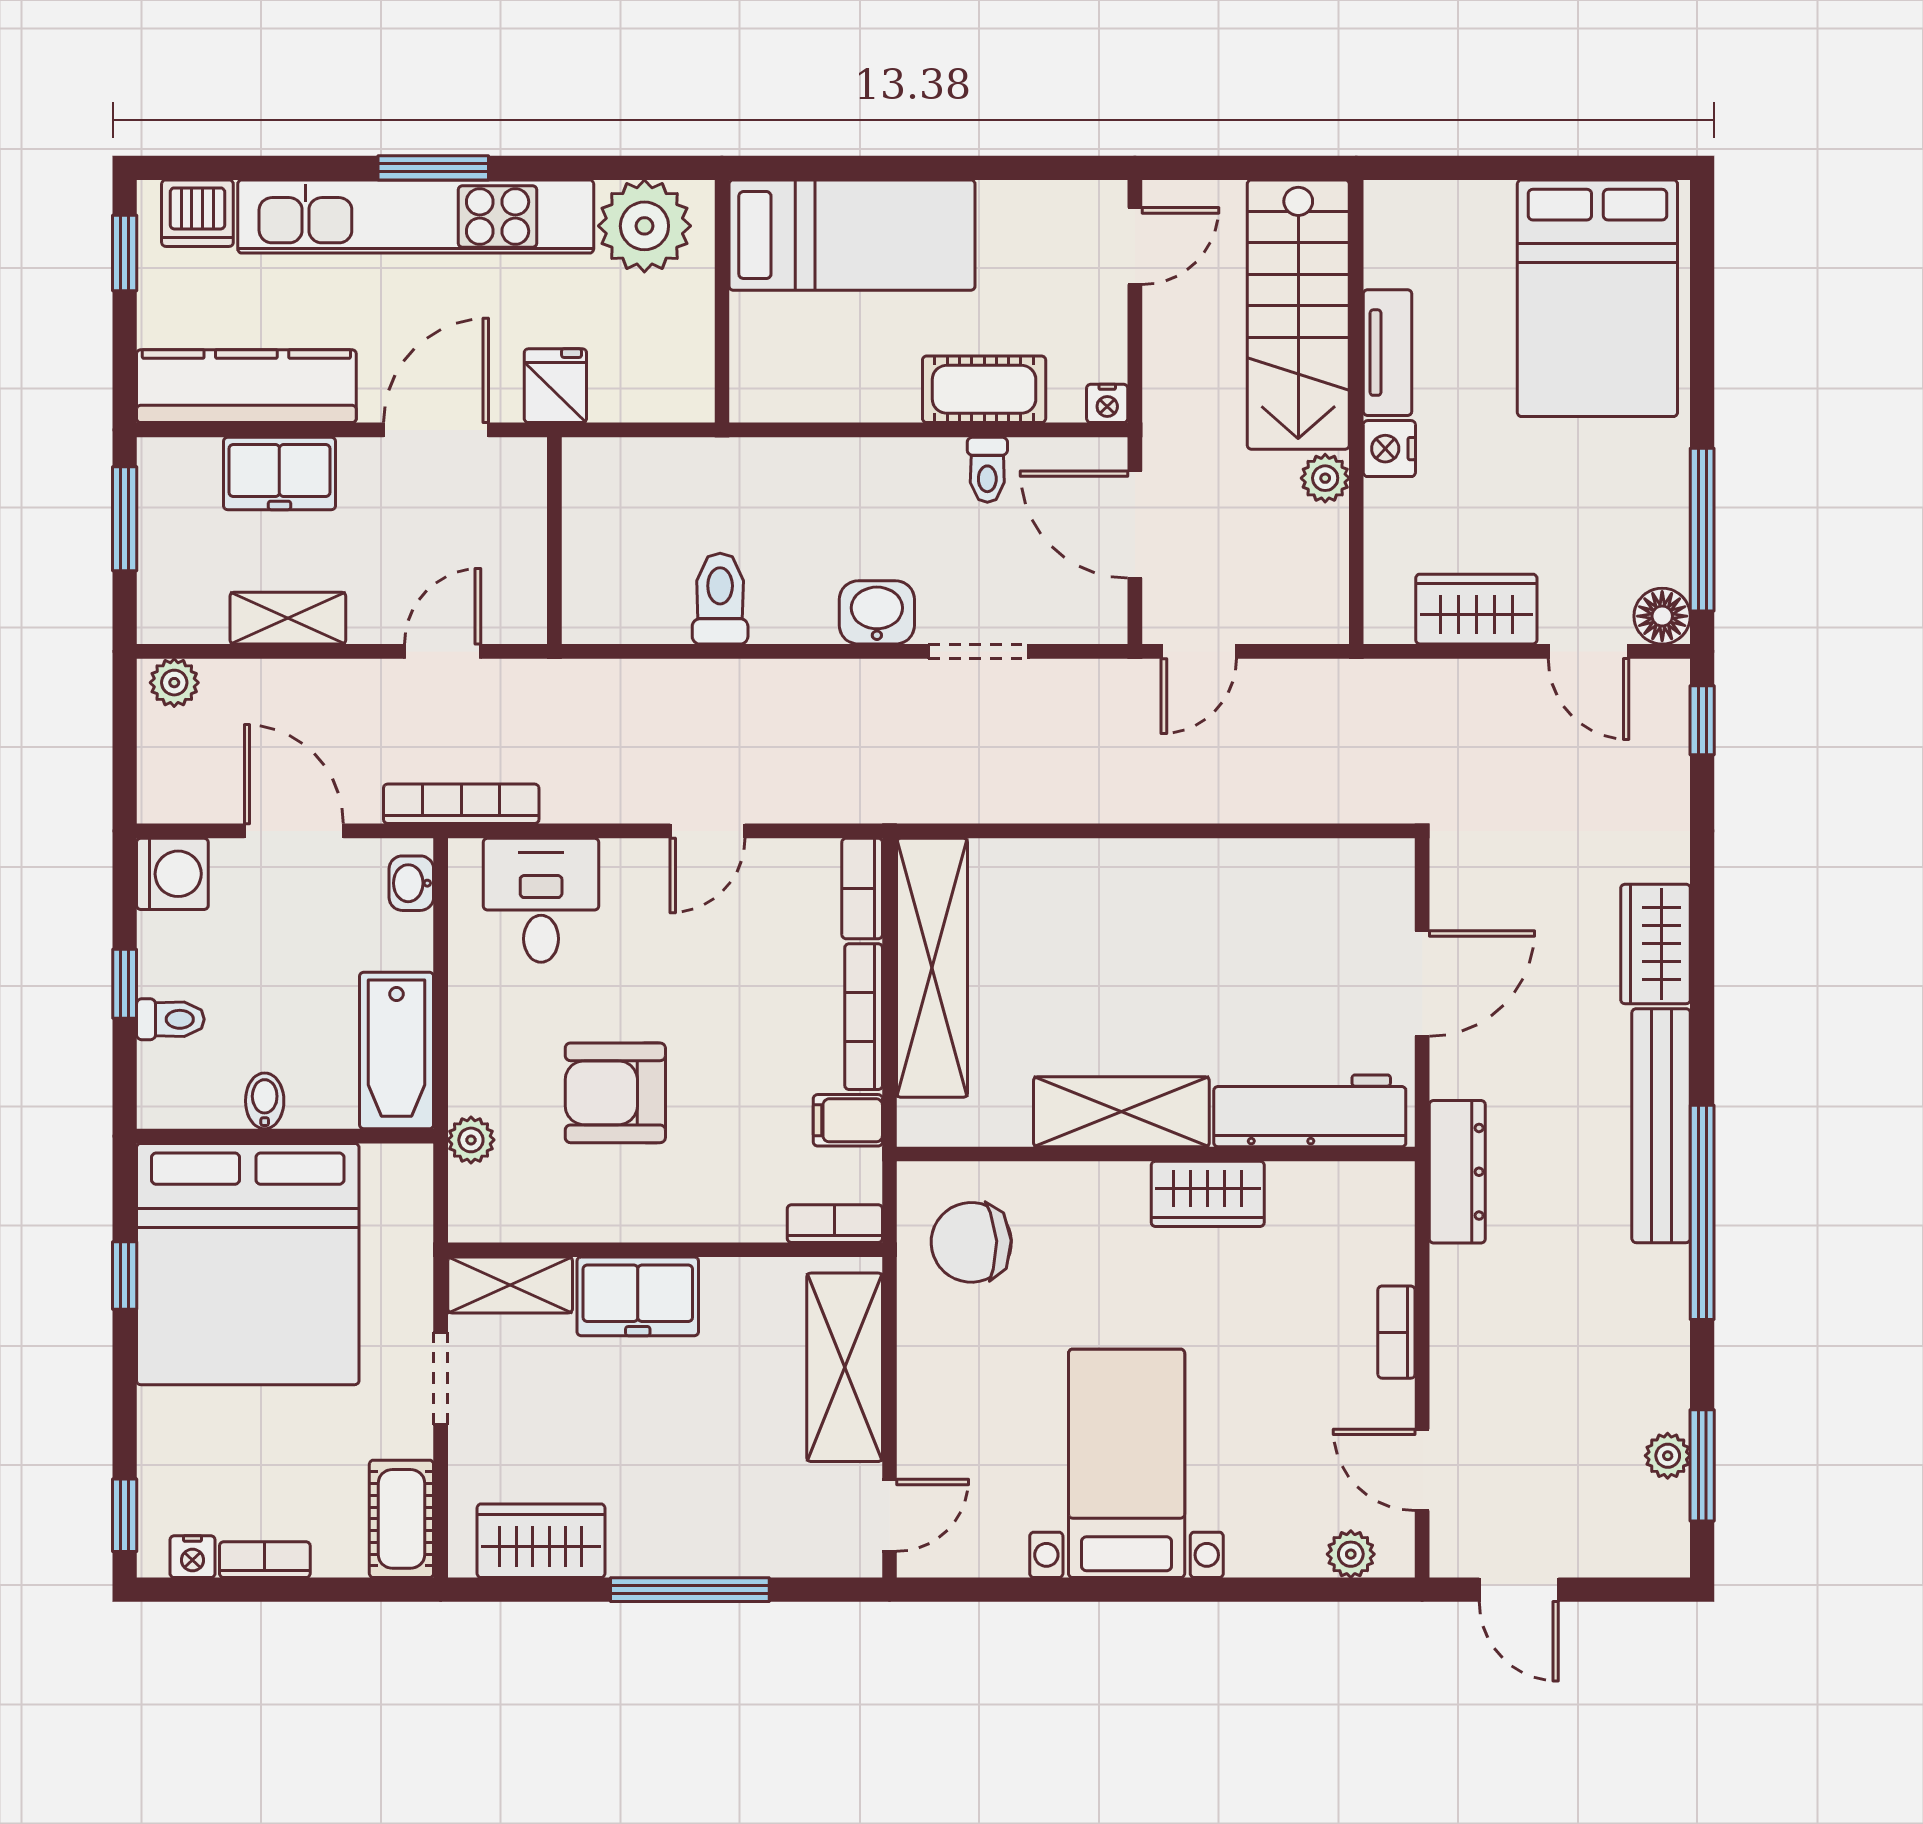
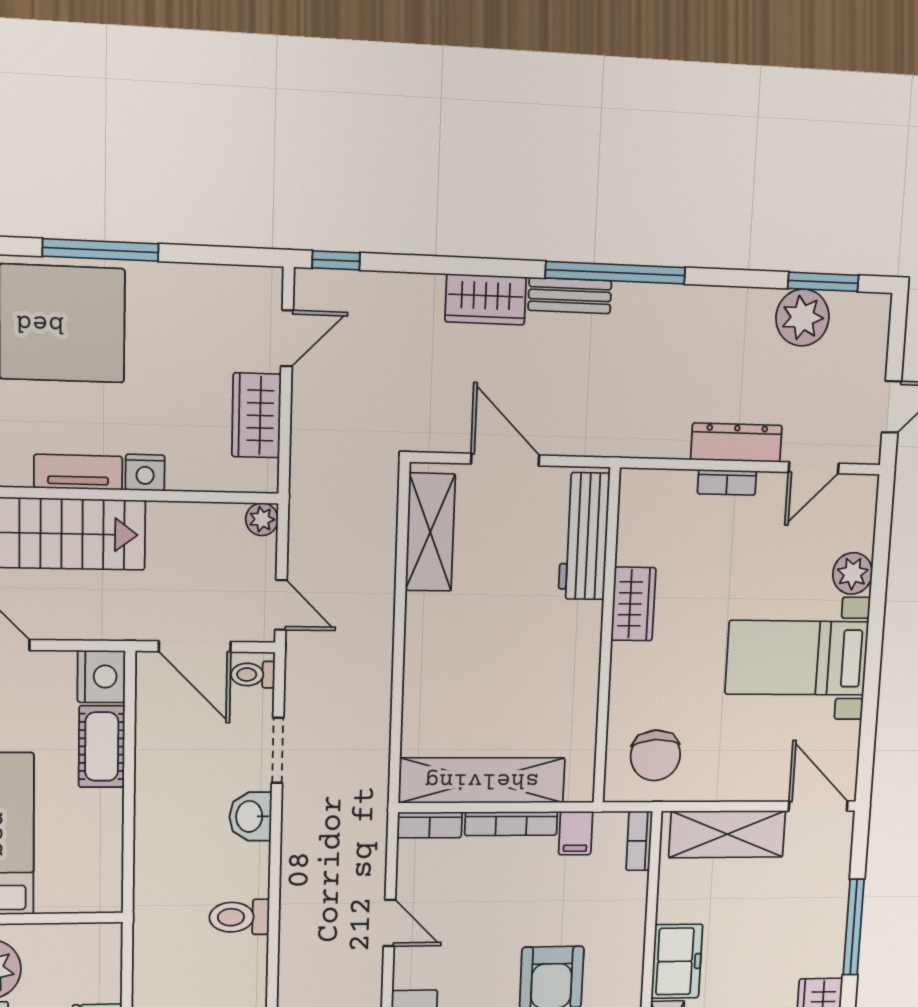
nightstand: (1107, 403) -> (101, 677), width x1.89, depth x1.79
toilet: (987, 470) -> (253, 675), moved, turned 180
plant: (1325, 478) -> (262, 519), moved
door: (1135, 525) -> (195, 647), hinge flipped
window: (1702, 530) -> (101, 250), moved
floor lamp: (1662, 616) -> (264, 286), removed
shelving: (1121, 1112) -> (430, 532), moved
bench: (1661, 1126) -> (570, 295), width x0.54, depth x0.82
dresser: (1457, 1172) -> (736, 443), moved
window: (1702, 1212) -> (616, 273), moved
plant: (1668, 1456) -> (802, 318), width x1.88, depth x1.88
door: (890, 1515) -> (818, 806), width x1.38
plant: (1351, 1554) -> (853, 573), moved, width x1.38, depth x1.38

